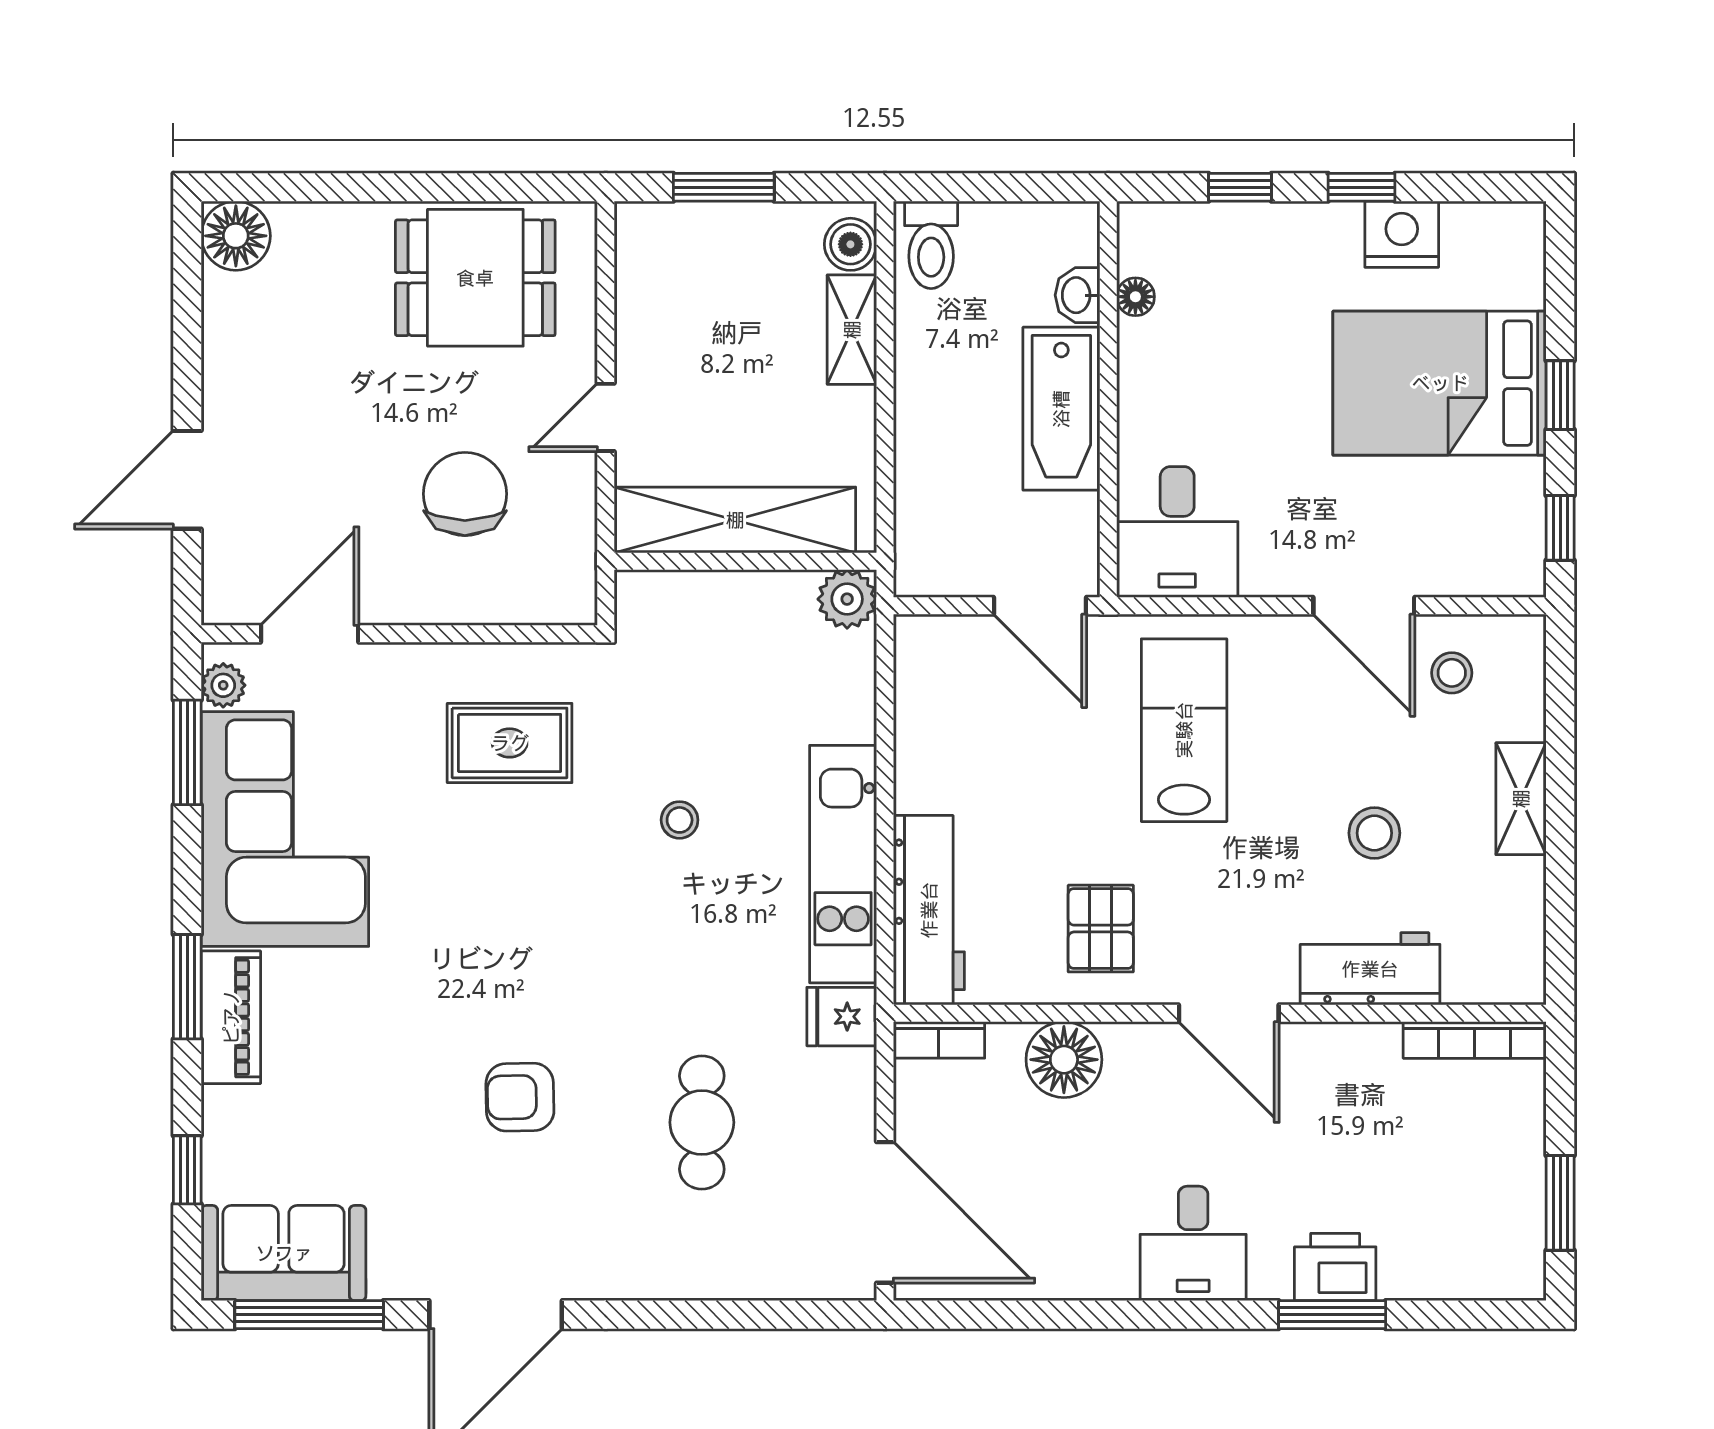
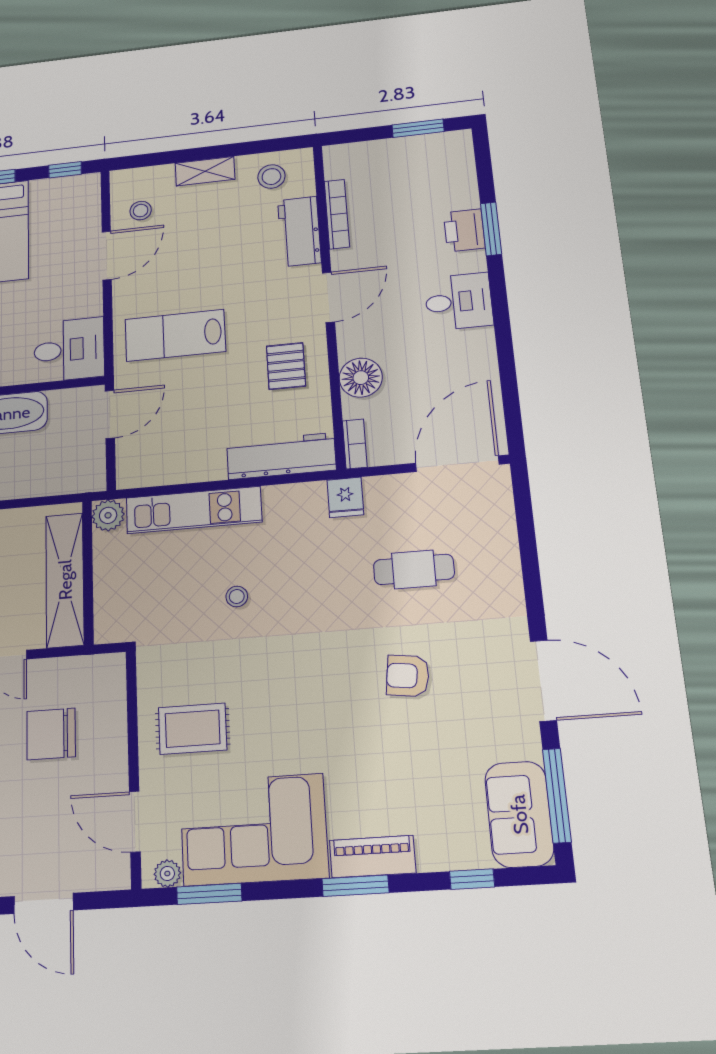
rug: (510, 743) -> (193, 729), moved, turned 90
stool: (1374, 833) -> (271, 177), moved
kitchen unit: (843, 864) -> (194, 510), moved
pallet: (1101, 929) -> (286, 366), turned 90
bookcase: (1475, 1040) -> (337, 214), moved
armchair: (520, 1097) -> (408, 676), turned 98

